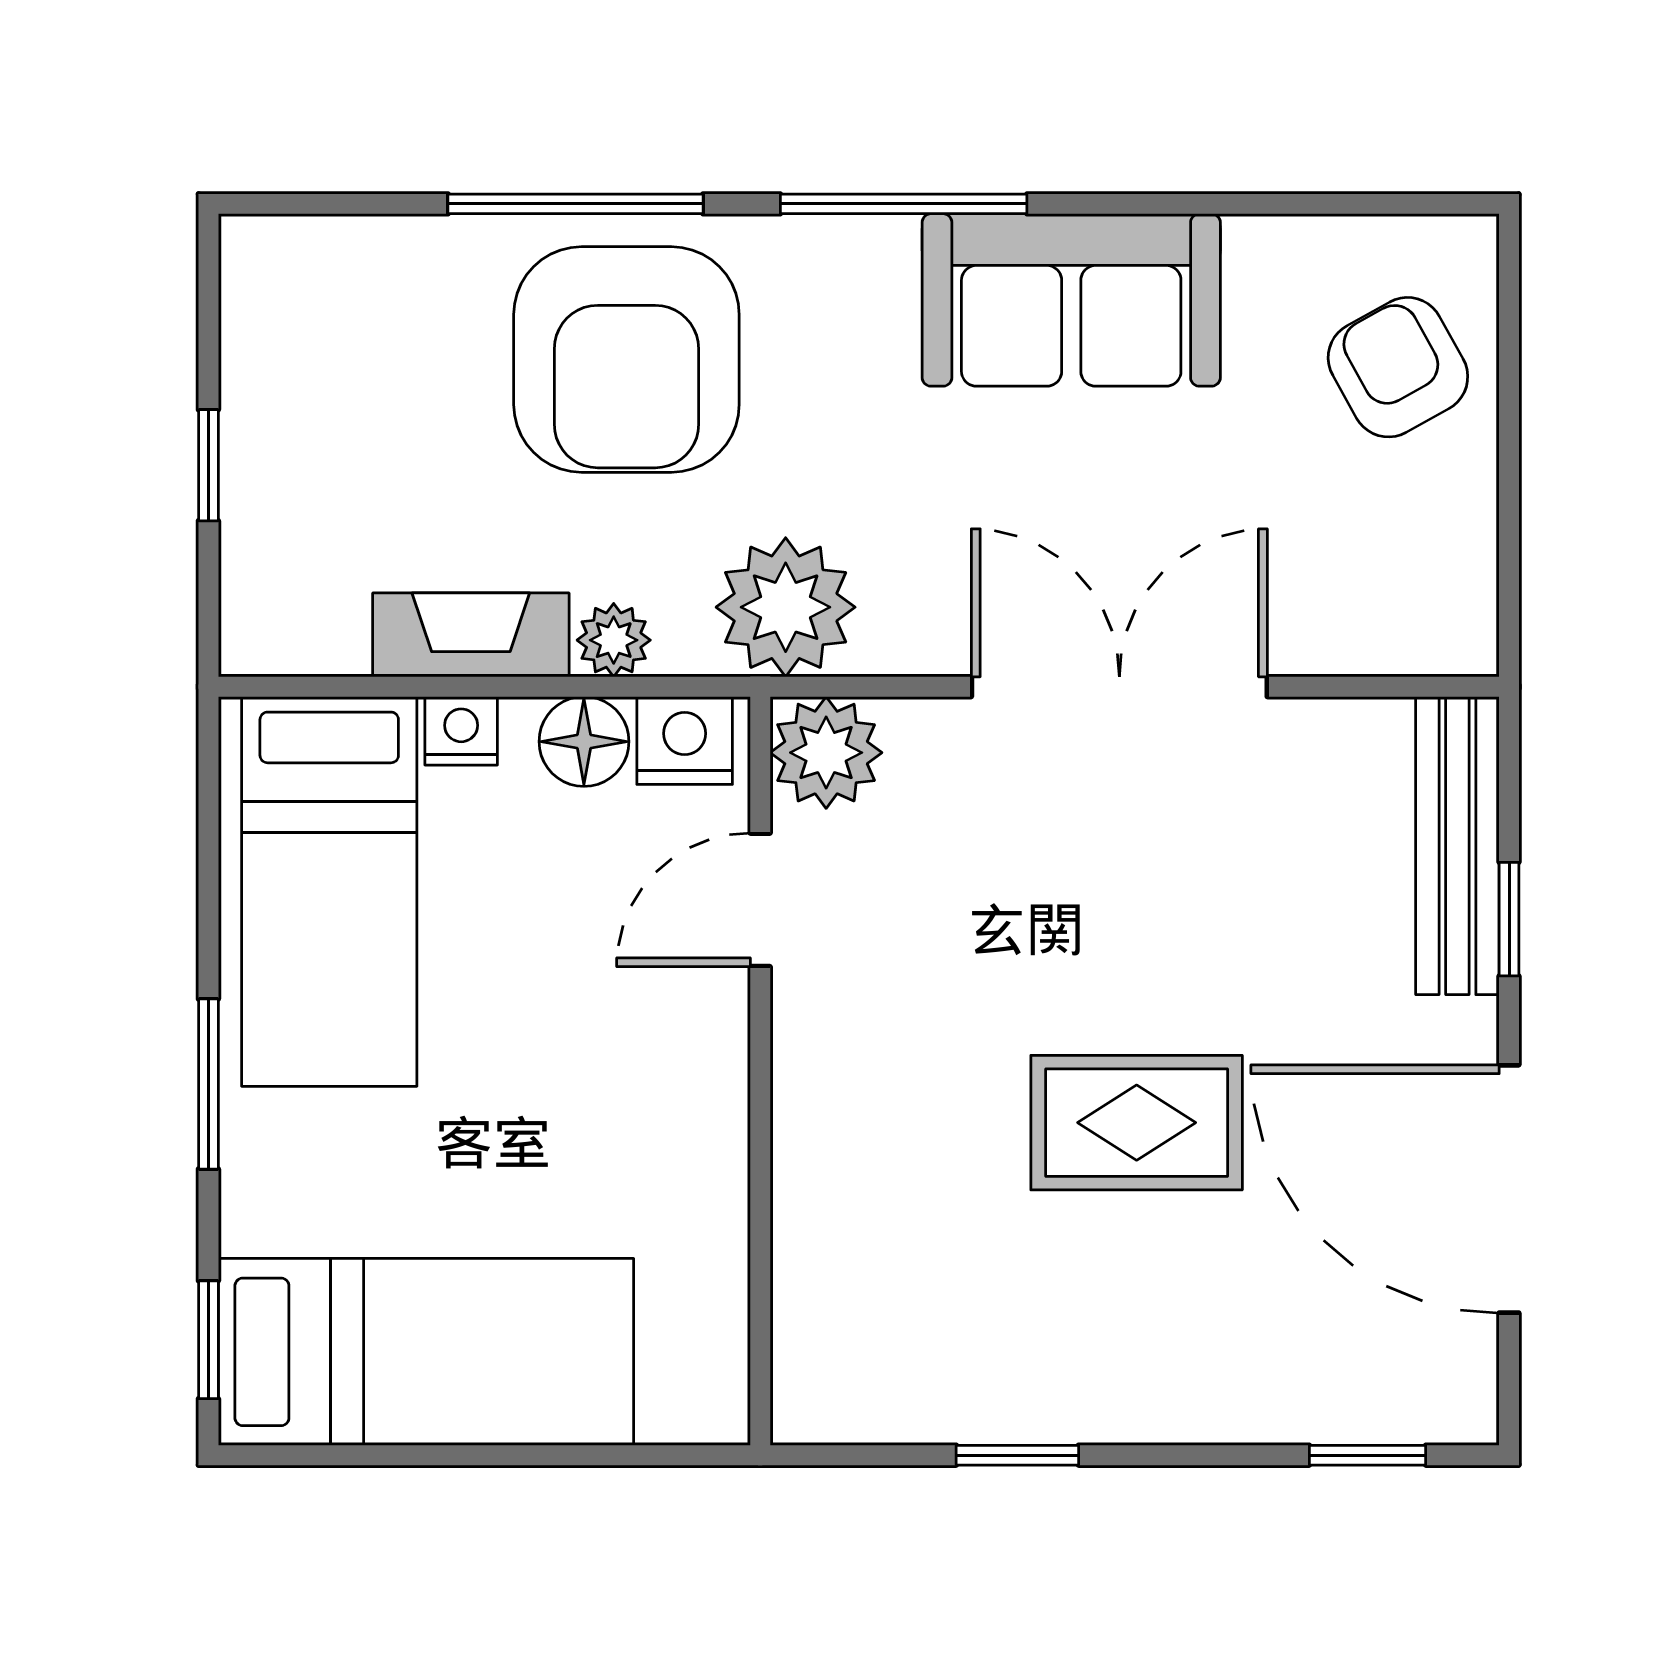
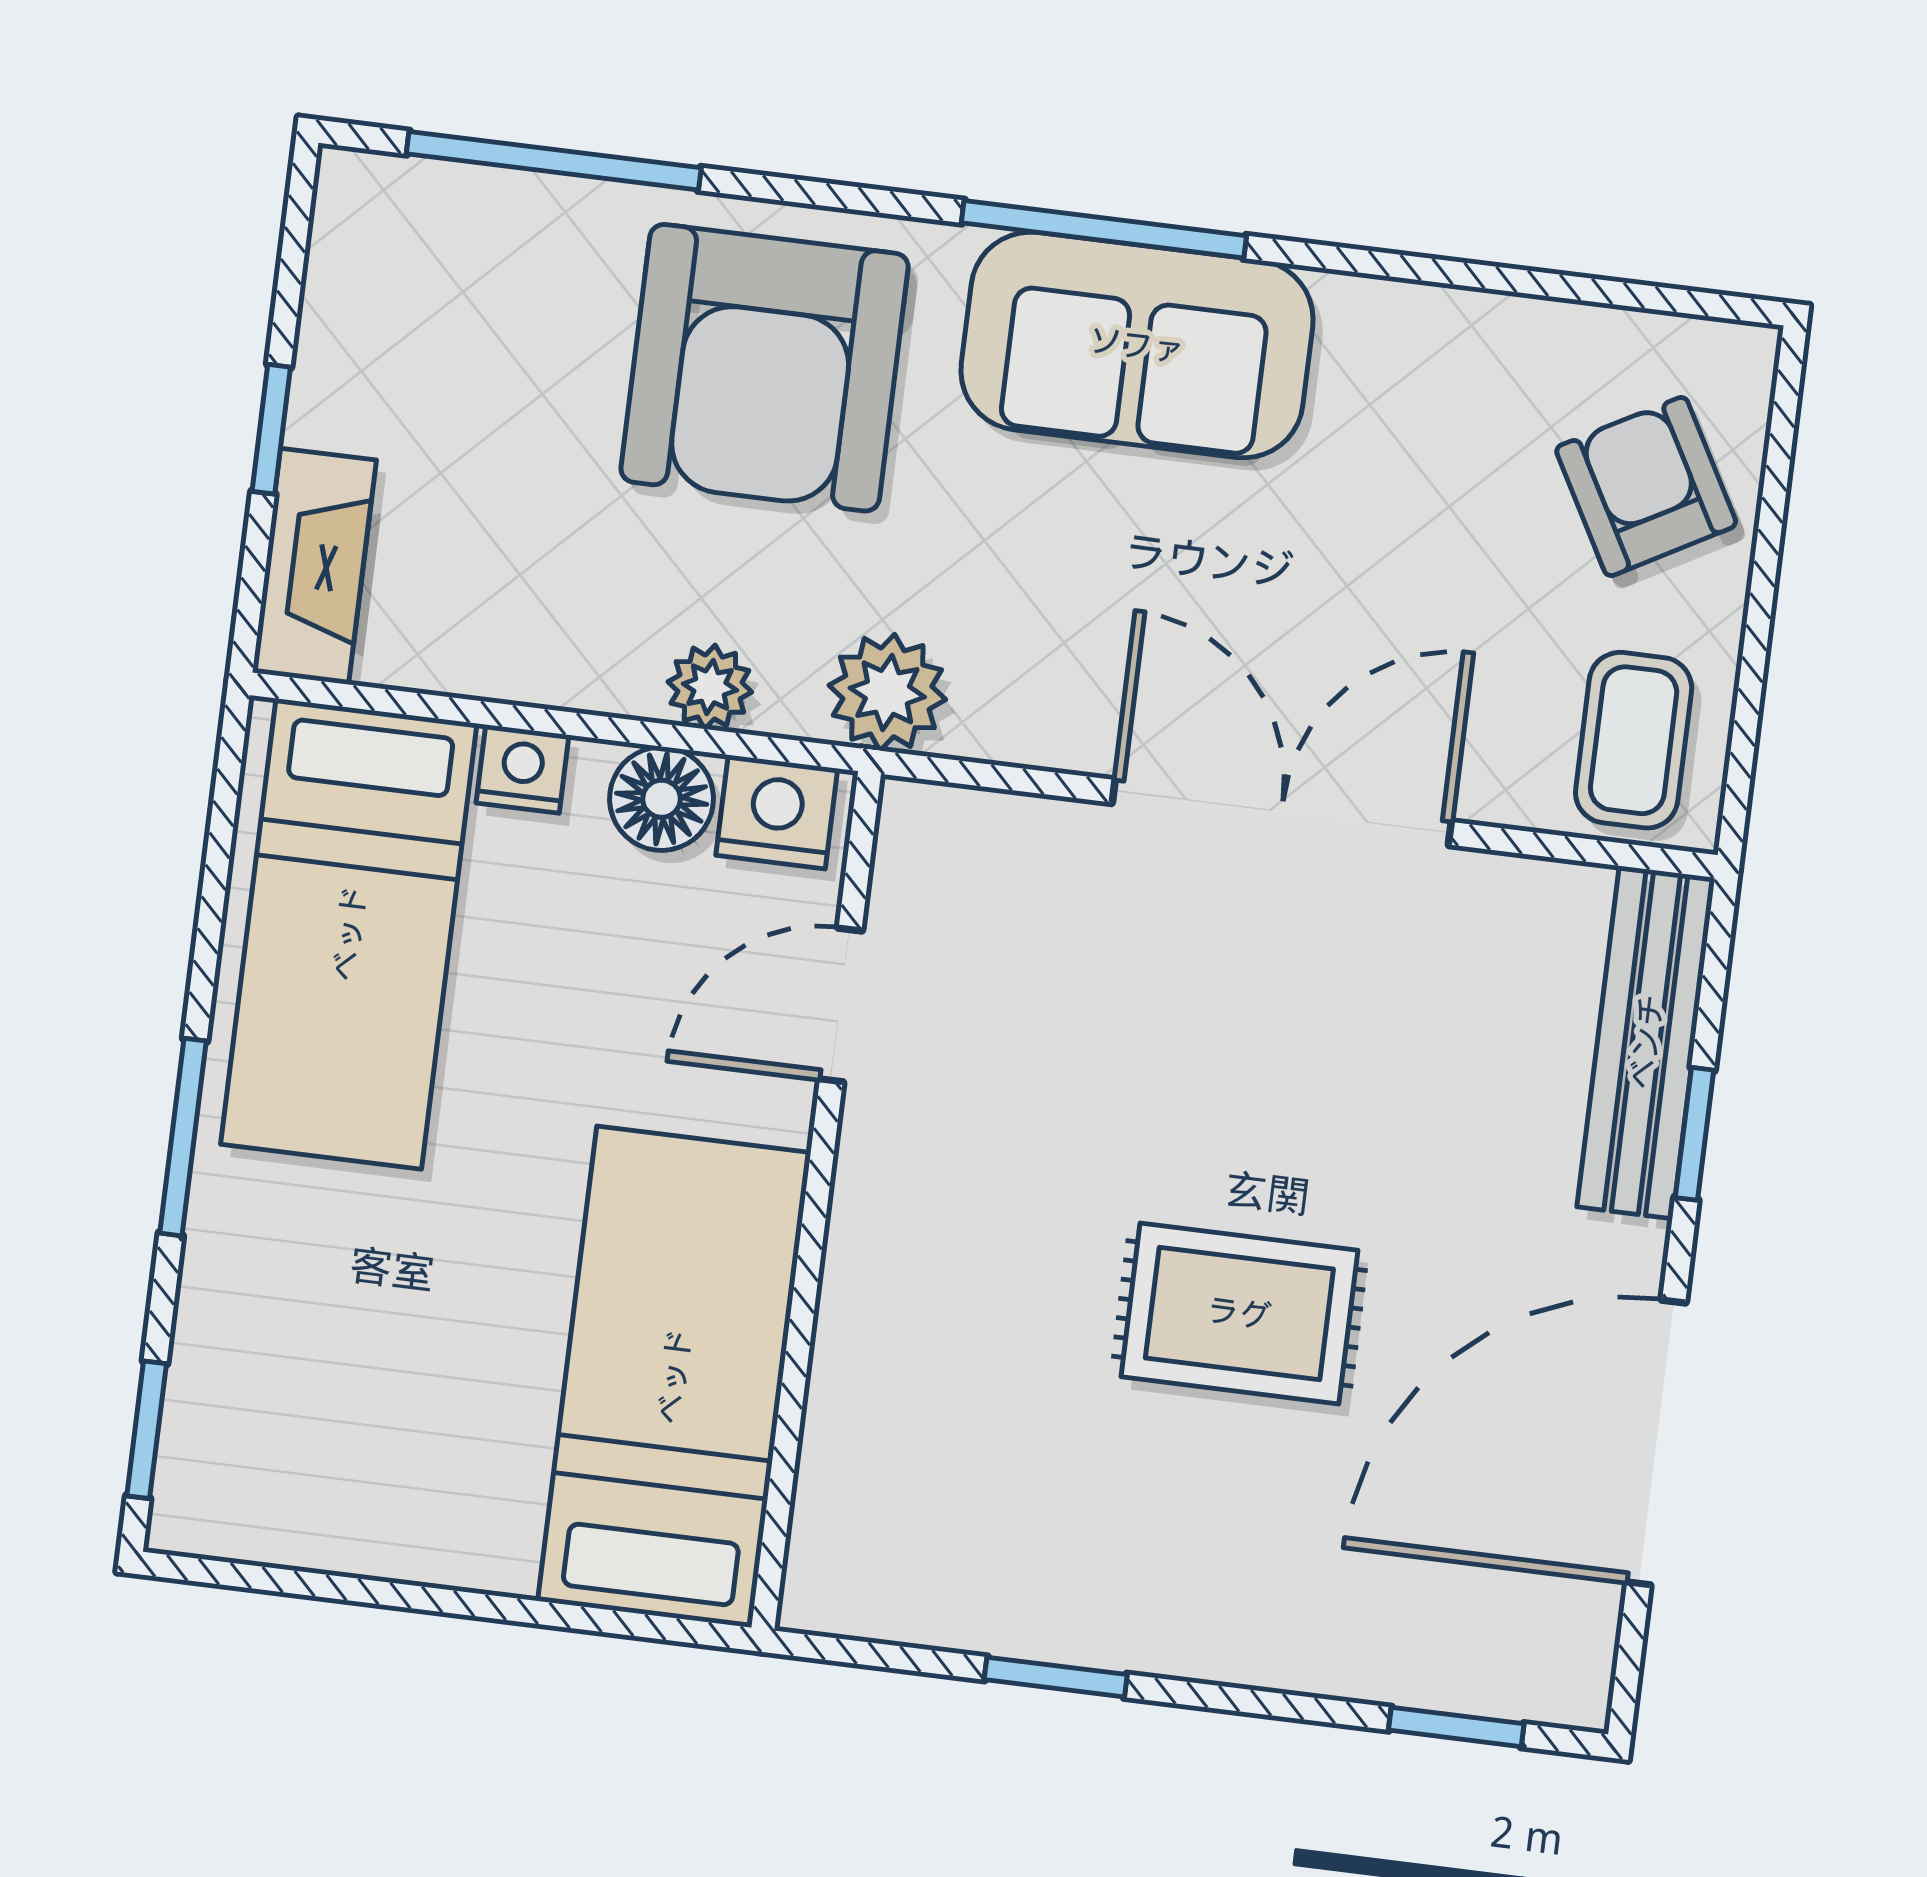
window: (576, 204) -> (554, 161), moved
sofa: (1071, 300) -> (1137, 345), moved
coffee table: (1414, 587) -> (1634, 740), added
plant: (786, 607) -> (887, 692), width x0.73, depth x0.73
fireplace: (471, 635) -> (314, 566), moved, turned 90
plant: (826, 753) -> (937, 846), removed
door: (1509, 1189) -> (1656, 1443), hinge flipped
bed: (426, 1352) -> (674, 1377), moved, turned -90

